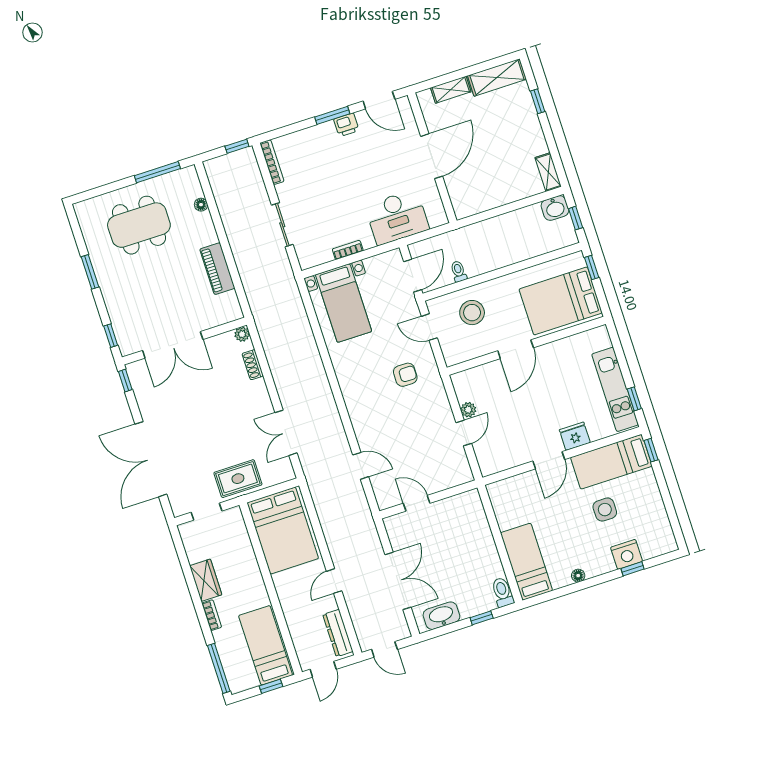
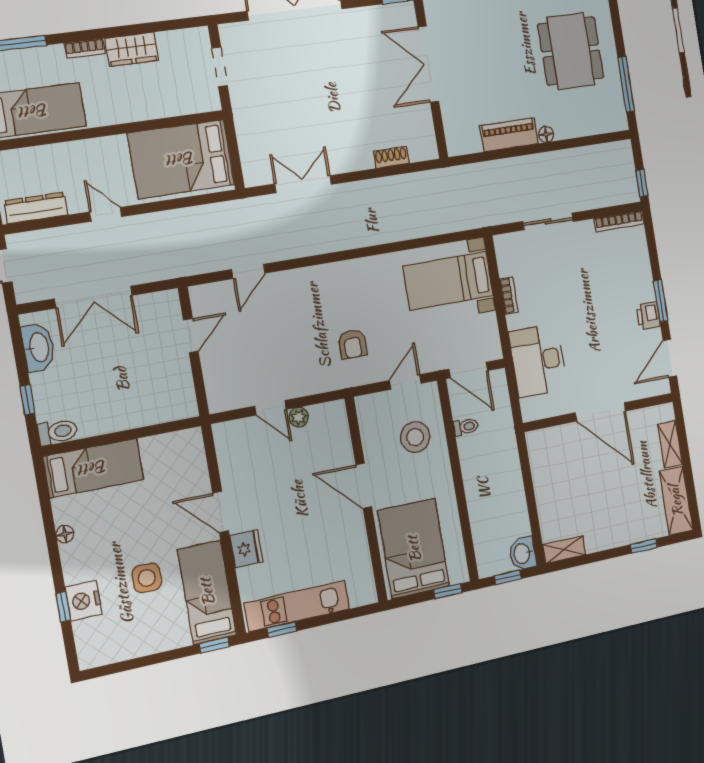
floor lamp: (201, 205) -> (546, 134), moved
plant: (242, 334) -> (429, 151), removed
rug: (238, 479) -> (255, 114), removed

